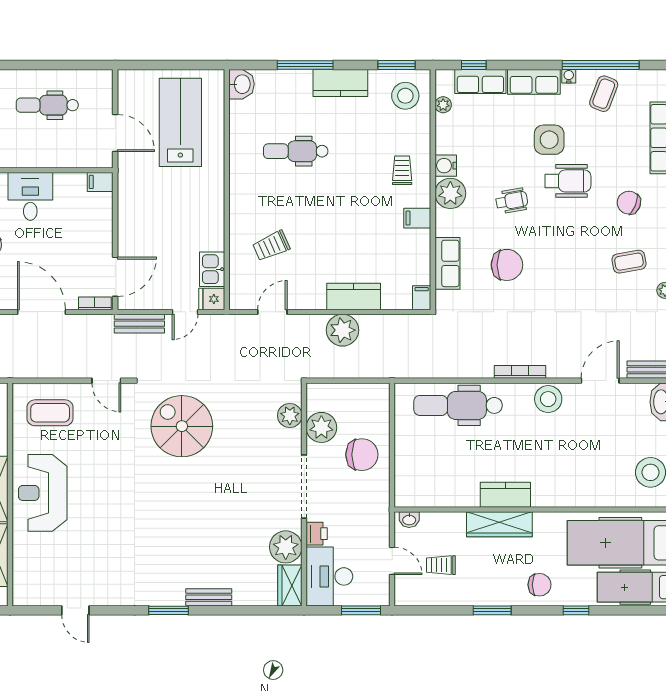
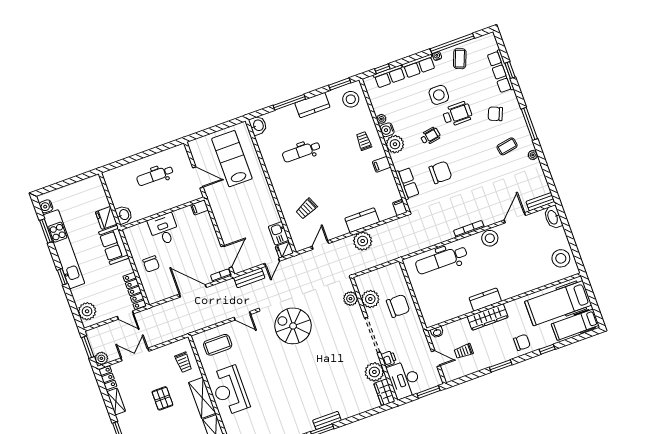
plant: (443, 105) -> (381, 119), moved
bench: (209, 597) -> (327, 420), moved

